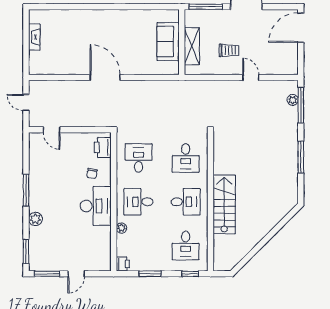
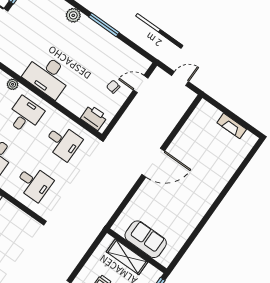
desk: (186, 158) -> (34, 183), turned 180
chair: (92, 173) -> (113, 87), moved

